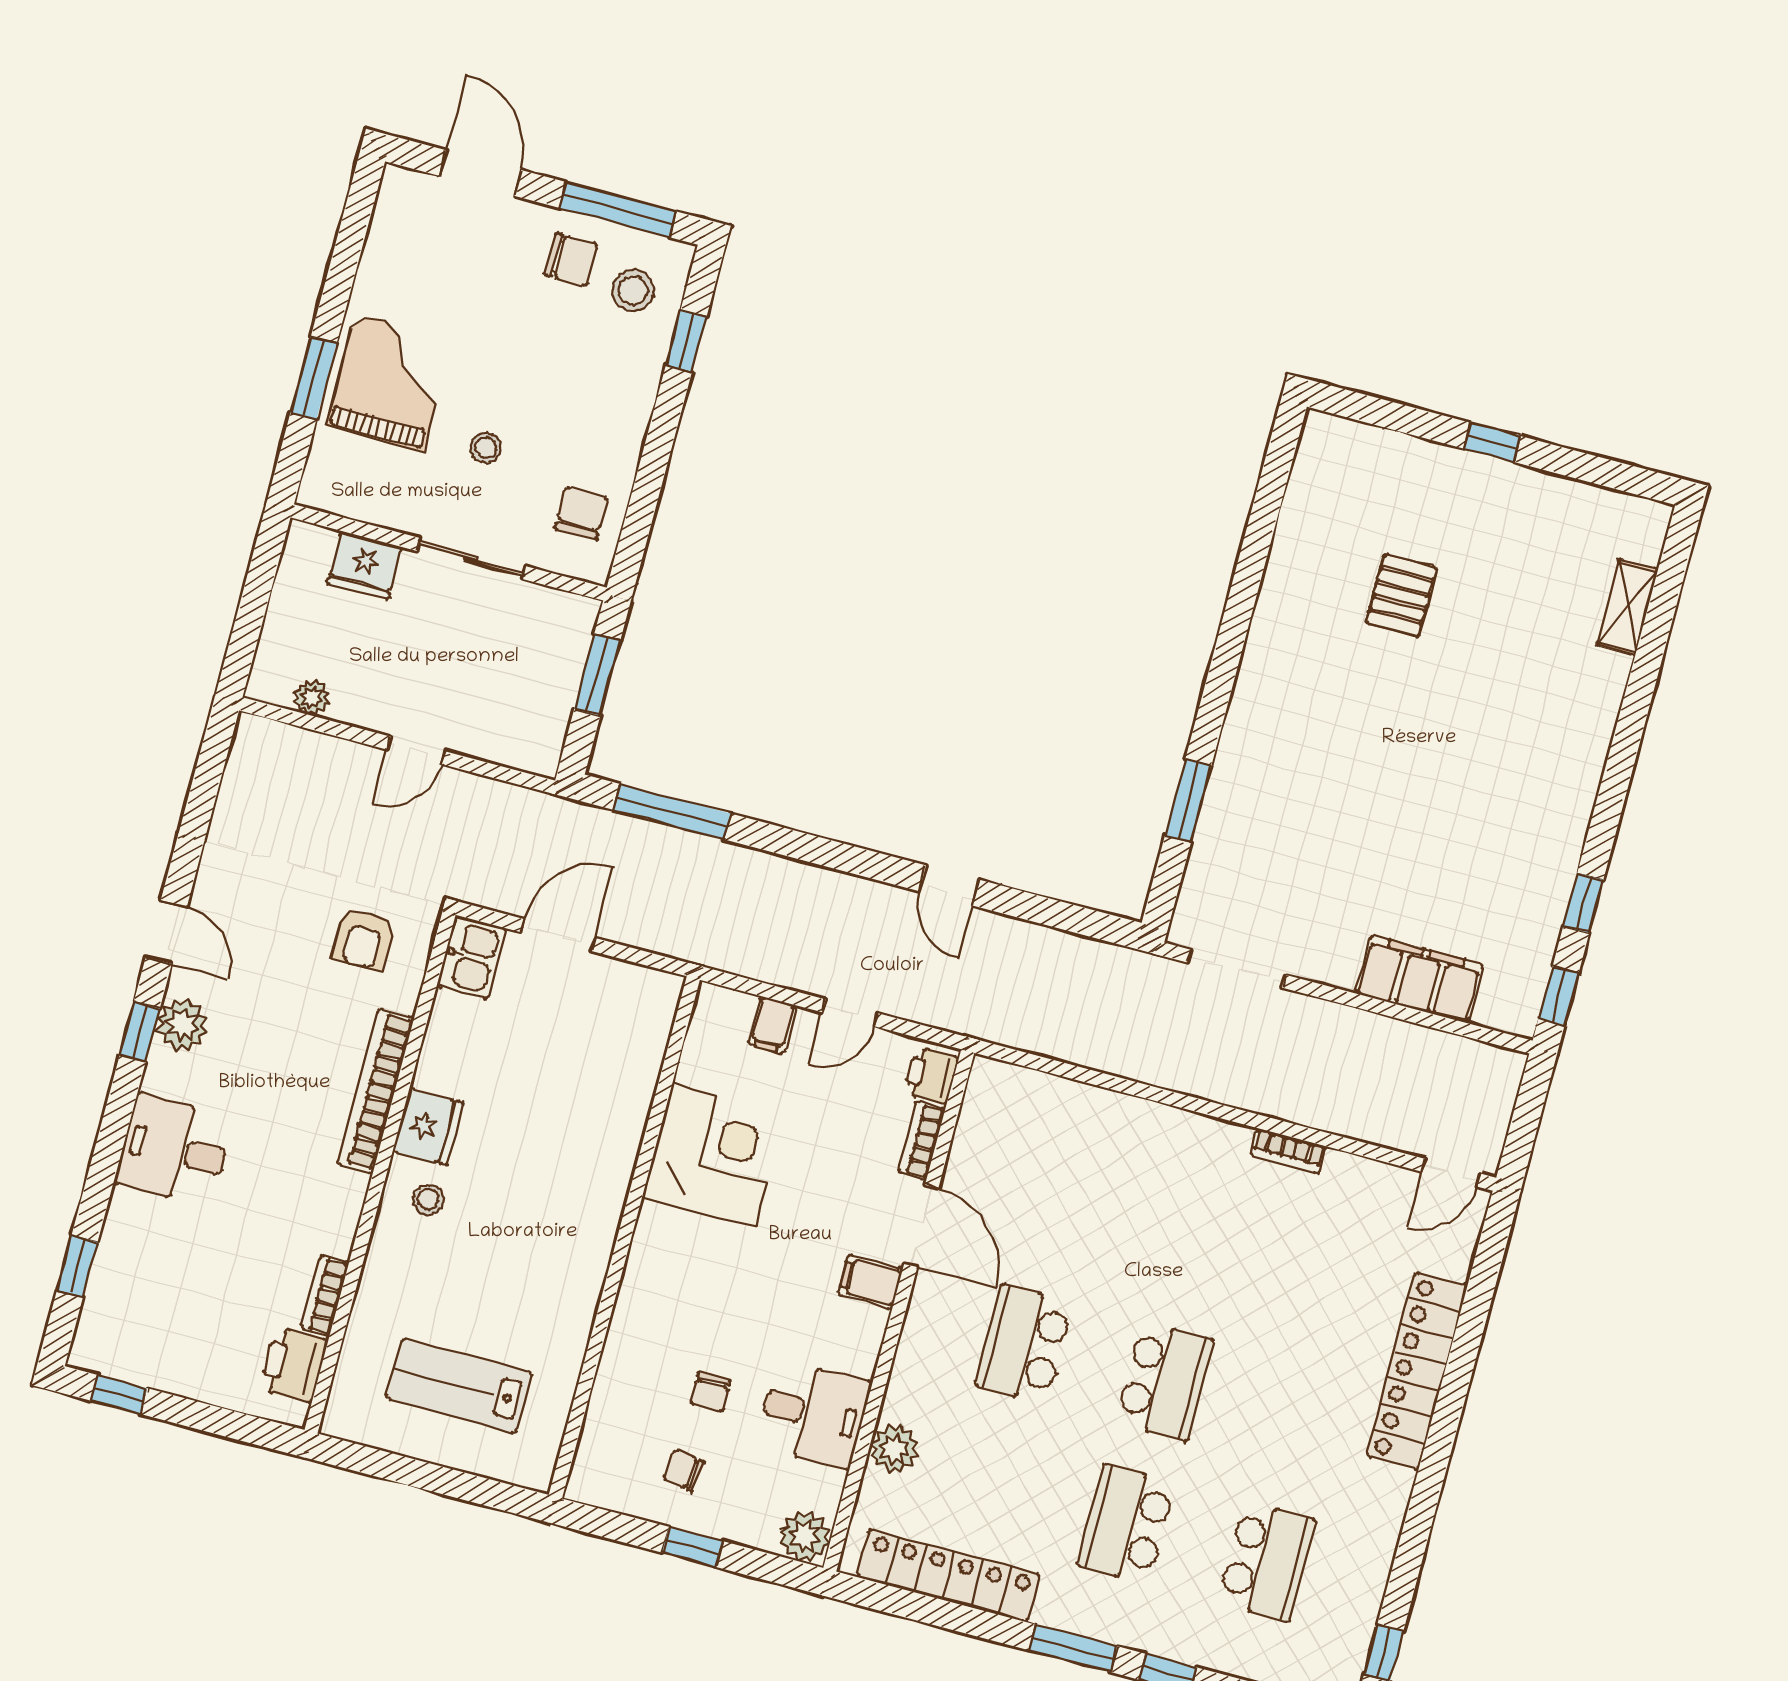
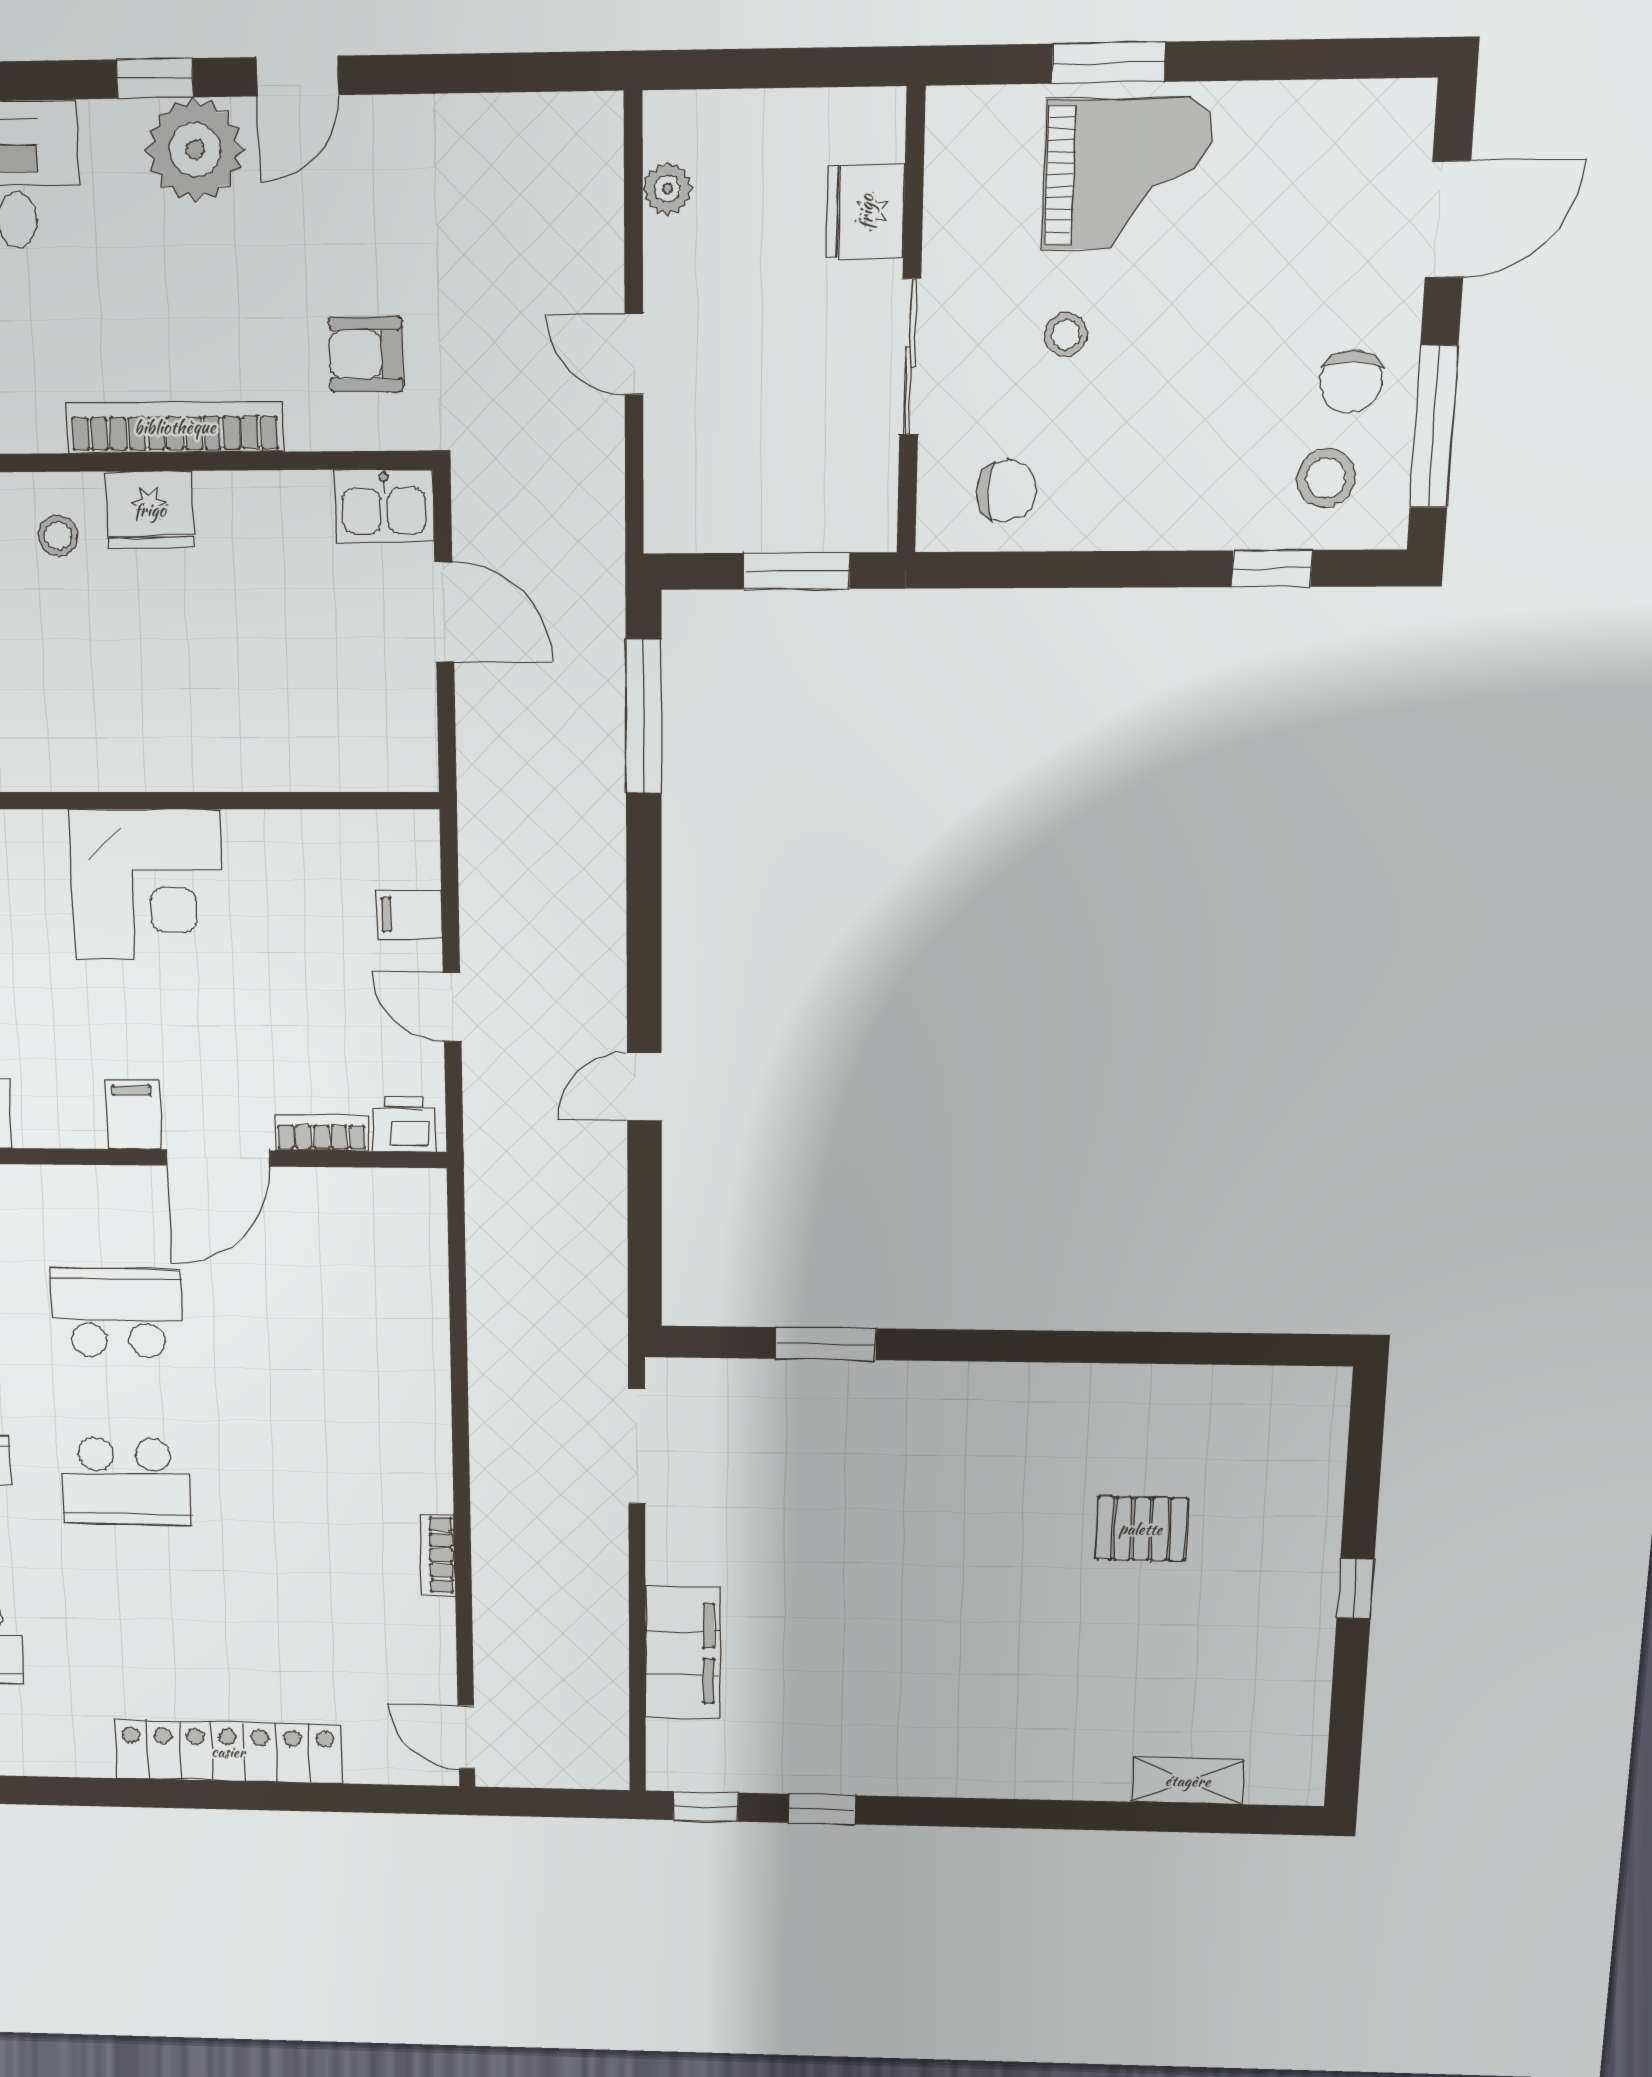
plant: (182, 1025) -> (195, 150), width x1.36, depth x1.36
corner desk: (714, 1156) -> (147, 885), moved

